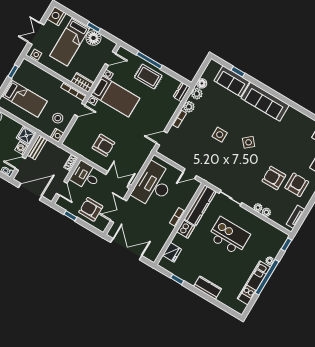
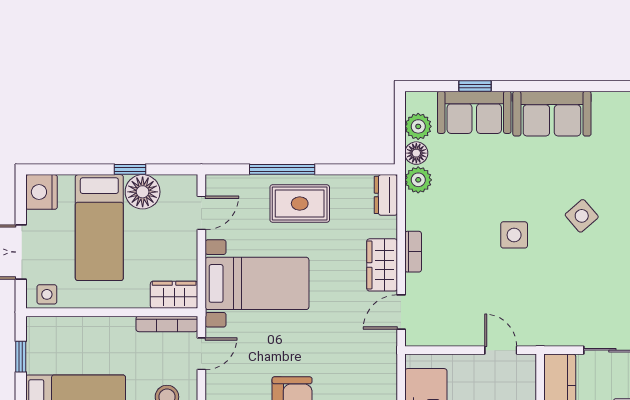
sofa: (265, 102) -> (552, 114), width x0.73
plant: (189, 107) -> (418, 126), moved
wardrobe: (165, 117) -> (382, 265), added
door: (190, 174) -> (501, 350), swing flipped

